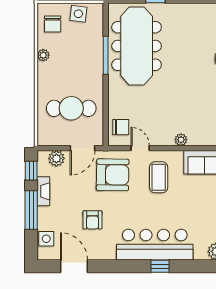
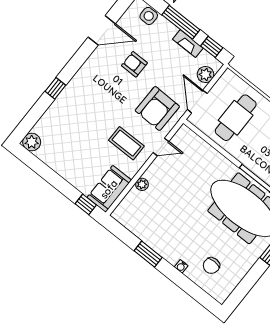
chair: (121, 127) -> (211, 266), moved
bar counter: (155, 245) -> (76, 98), removed
door: (74, 266) -> (102, 30), moved

